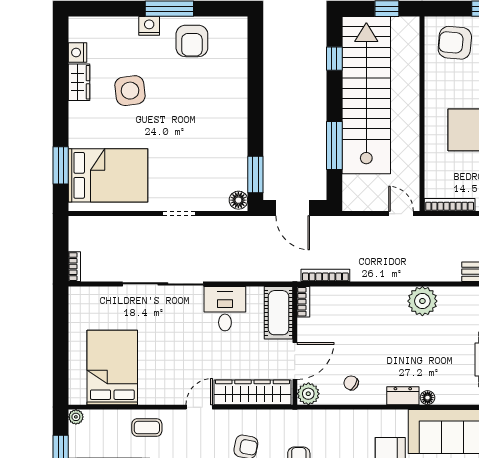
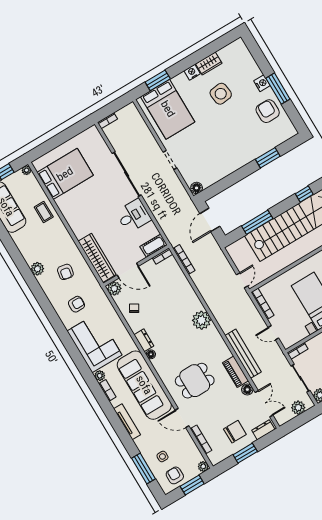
armchair: (192, 41) -> (268, 111), turned 90
nightstand: (78, 52) -> (192, 72), moved
window: (255, 174) -> (268, 158), moved
cot: (278, 313) -> (154, 246), width x0.73, depth x0.75
door: (199, 407) -> (72, 234), removed

